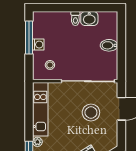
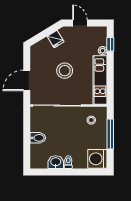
window: (29, 38) -> (110, 134), moved
washing machine: (38, 45) -> (97, 159), moved, width x1.89, depth x1.89
stool: (91, 113) -> (65, 71), moved

